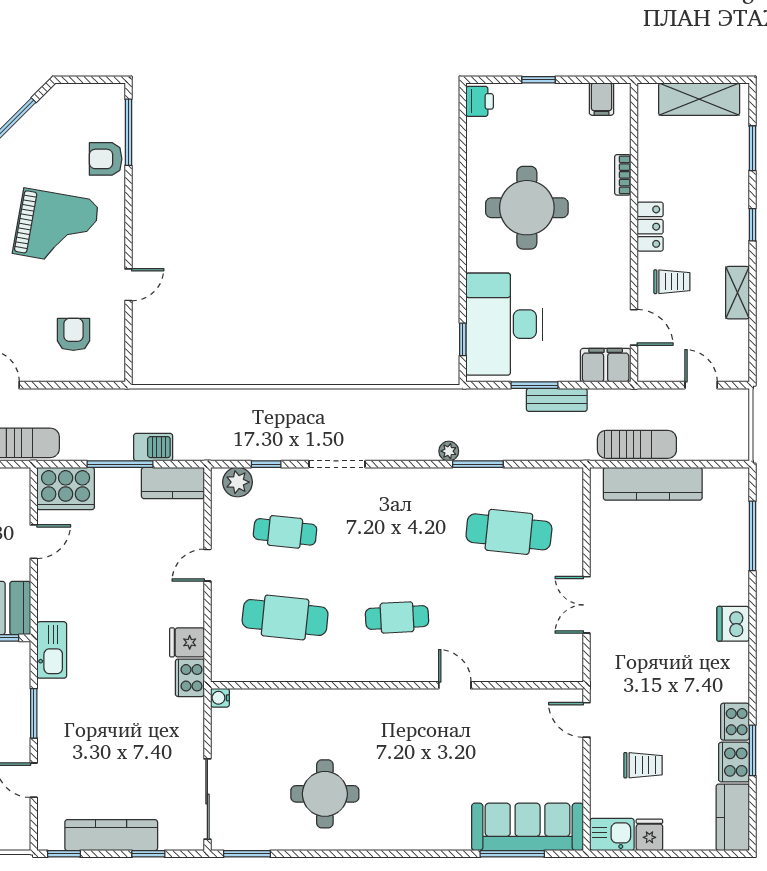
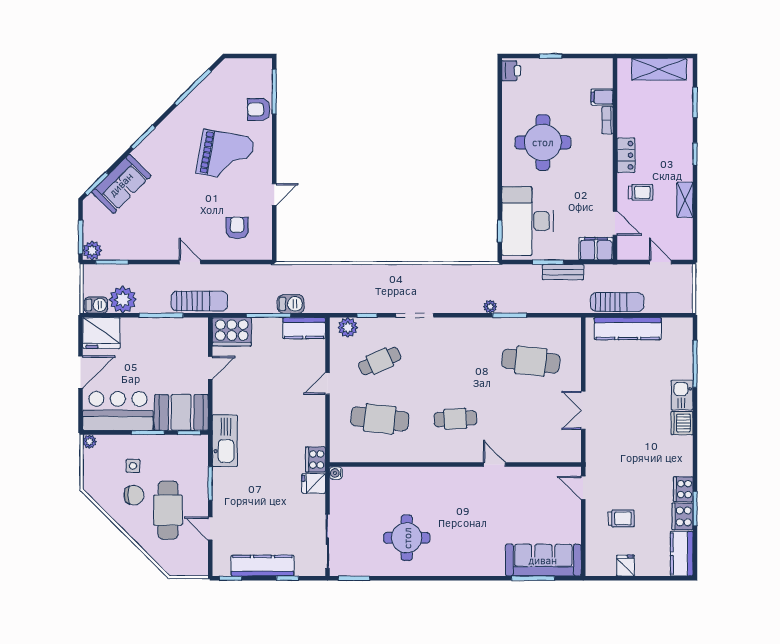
filing cabinet: (602, 99) -> (602, 97), moved, turned 90
cafe table: (285, 532) -> (380, 361), turned -30
fridge: (187, 642) -> (314, 483), moved
kitchen sink: (52, 650) -> (225, 441), width x1.36, depth x1.24
kitchen sink: (612, 835) -> (682, 395), moved, turned -90

